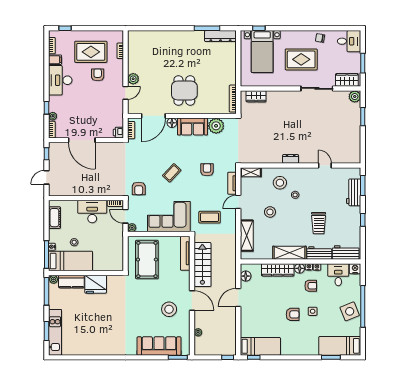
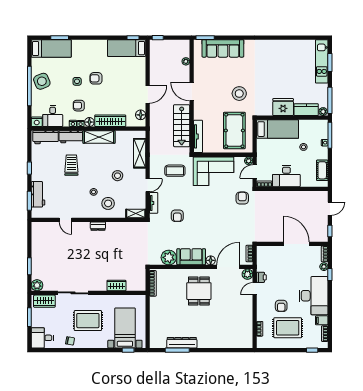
dresser: (220, 36) -> (182, 343), moved
plant: (133, 79) -> (247, 274), moved
desk: (60, 80) -> (313, 296), width x1.36, depth x1.30
wardrobe: (256, 96) -> (116, 286), moved
printer: (118, 133) -> (261, 277), moved
coffee table: (172, 173) -> (211, 213), removed
door: (126, 216) -> (255, 172), swing flipped
bed: (70, 261) -> (278, 129), moved, turned 180
stool: (169, 309) -> (239, 94), moved

